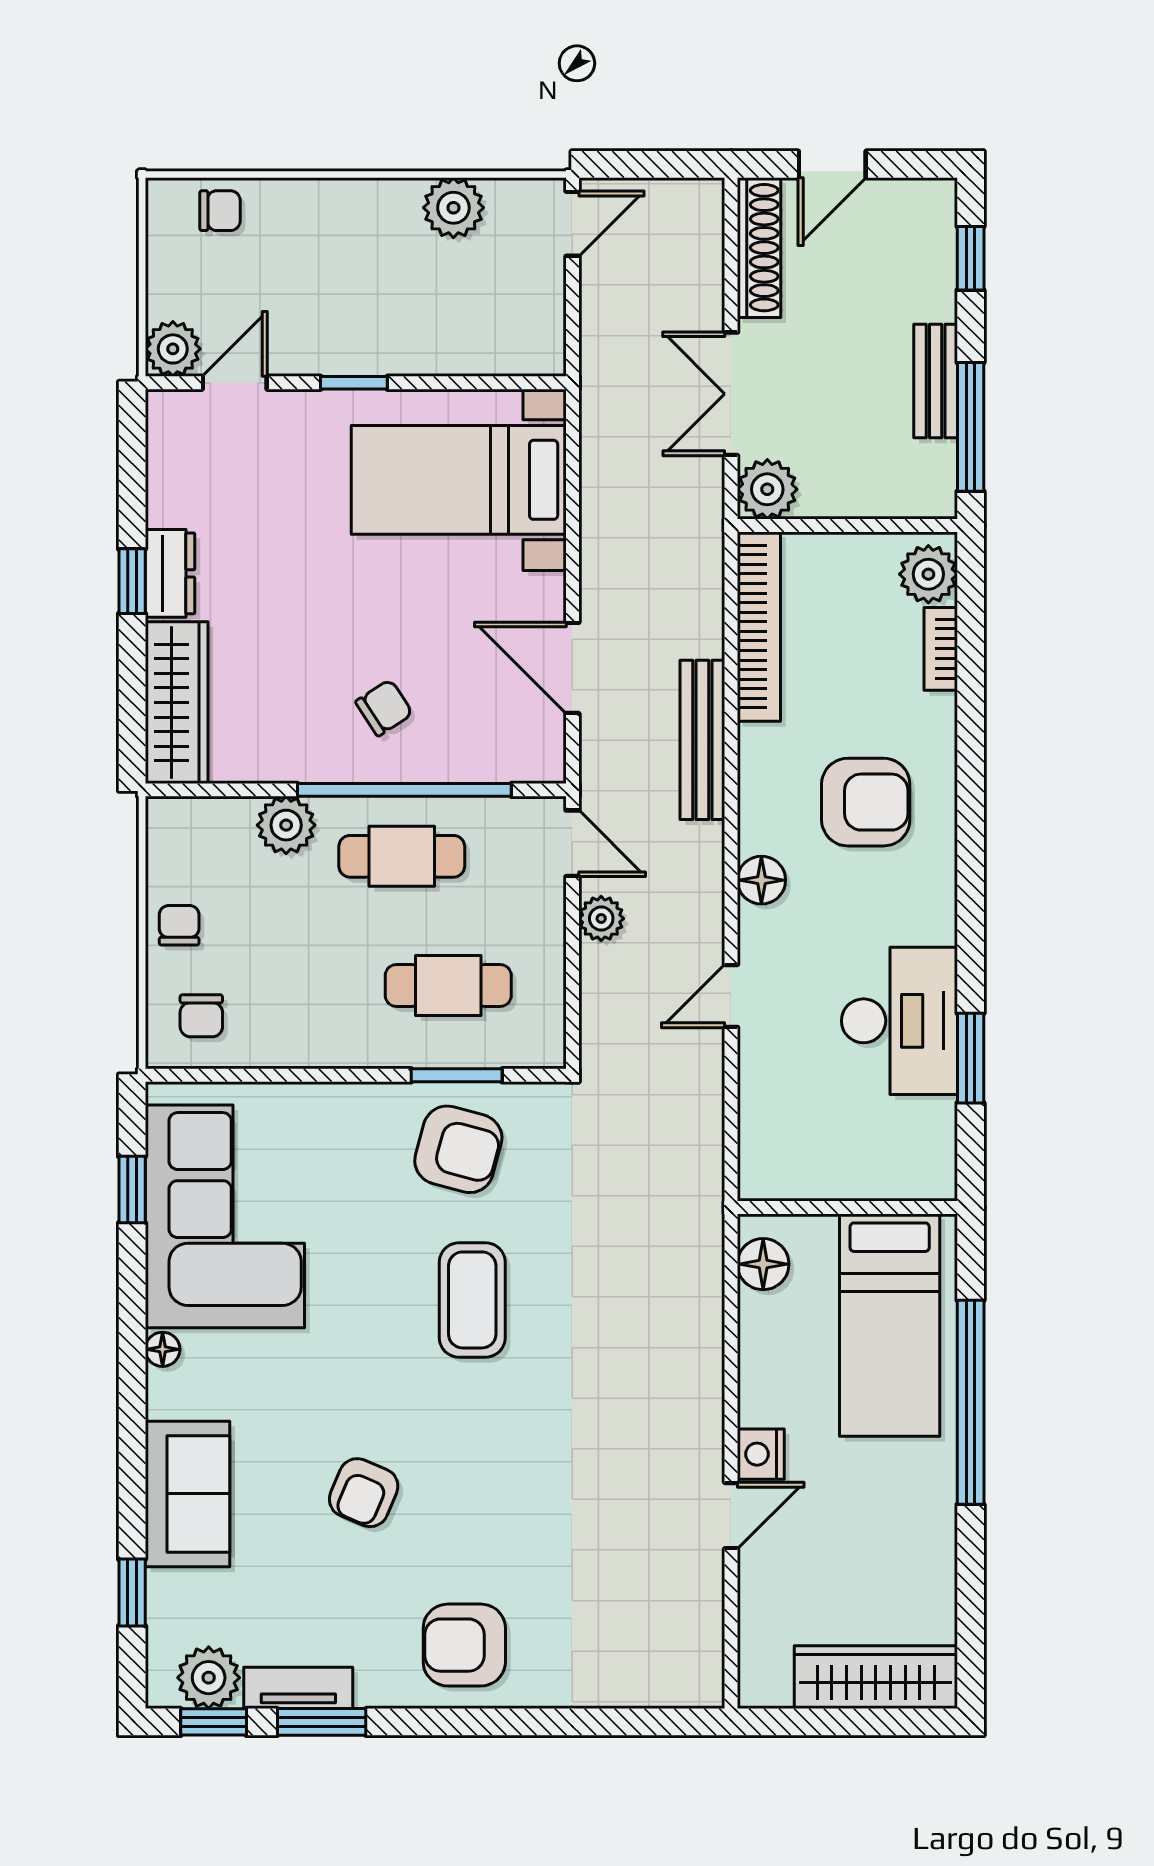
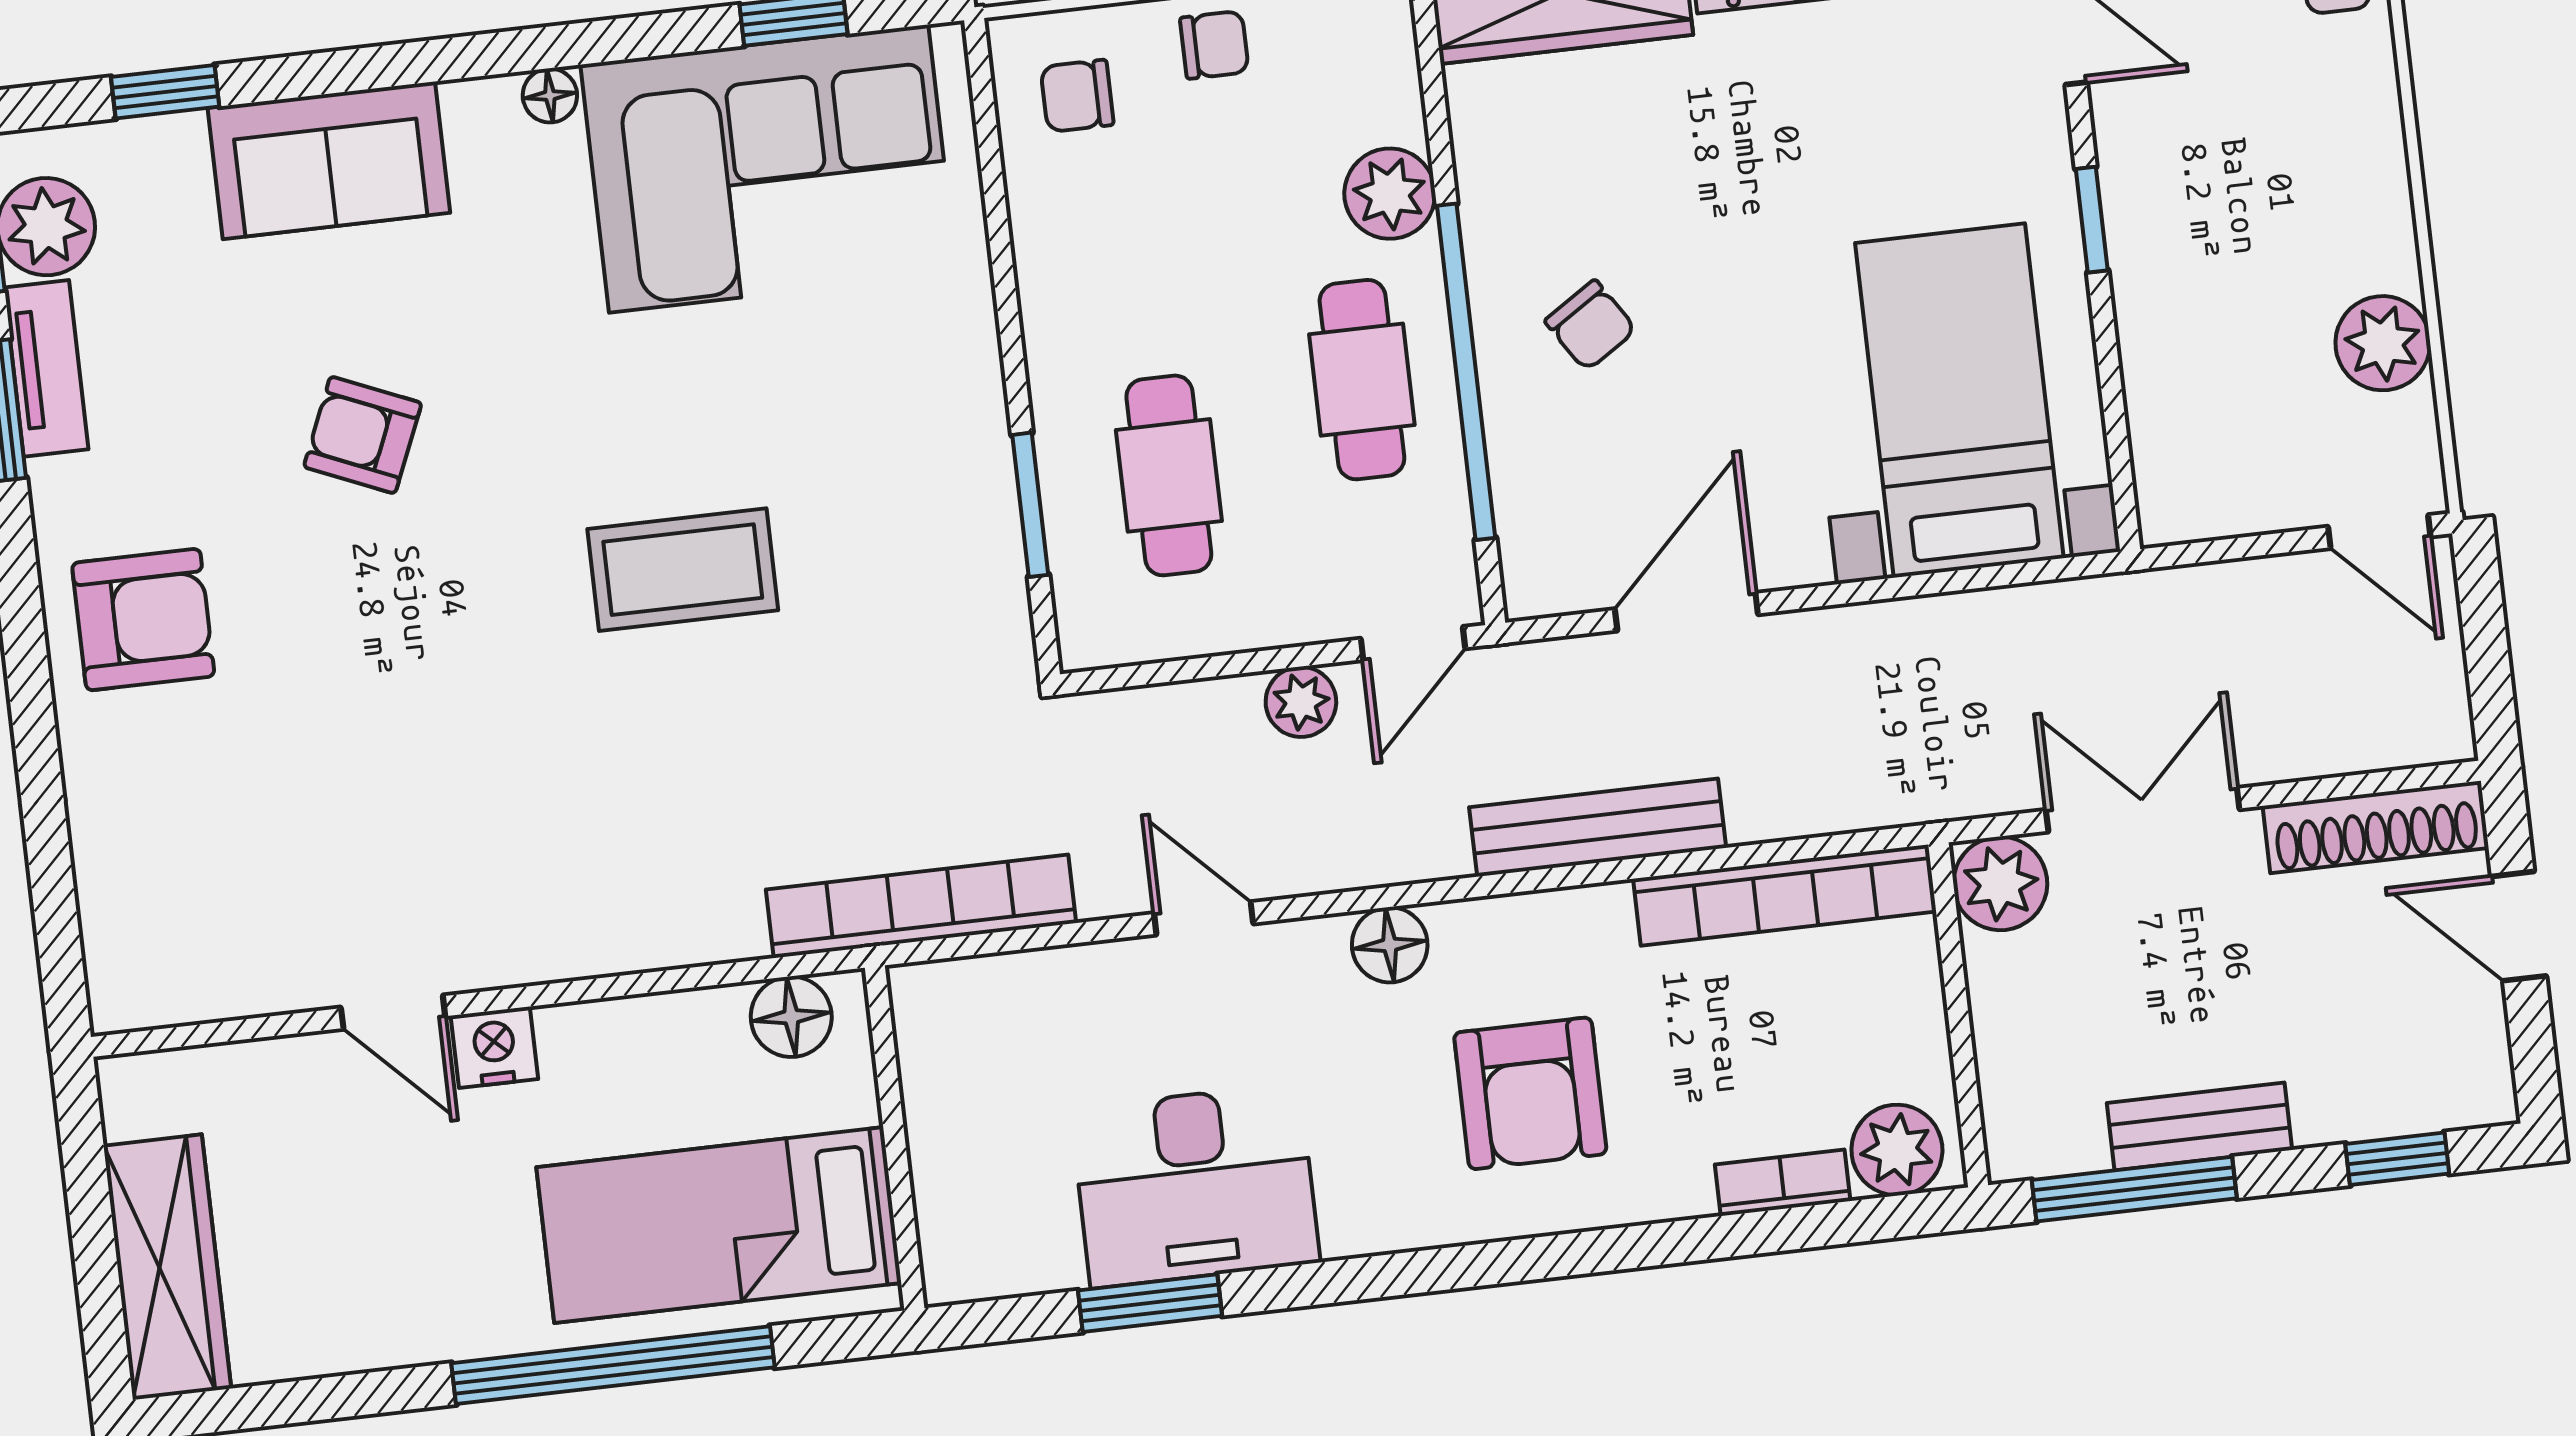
armchair: (458, 1149) -> (915, 521), removed
bookcase: (703, 1174) -> (921, 906), added
armchair: (464, 1645) -> (143, 620), turned 90

